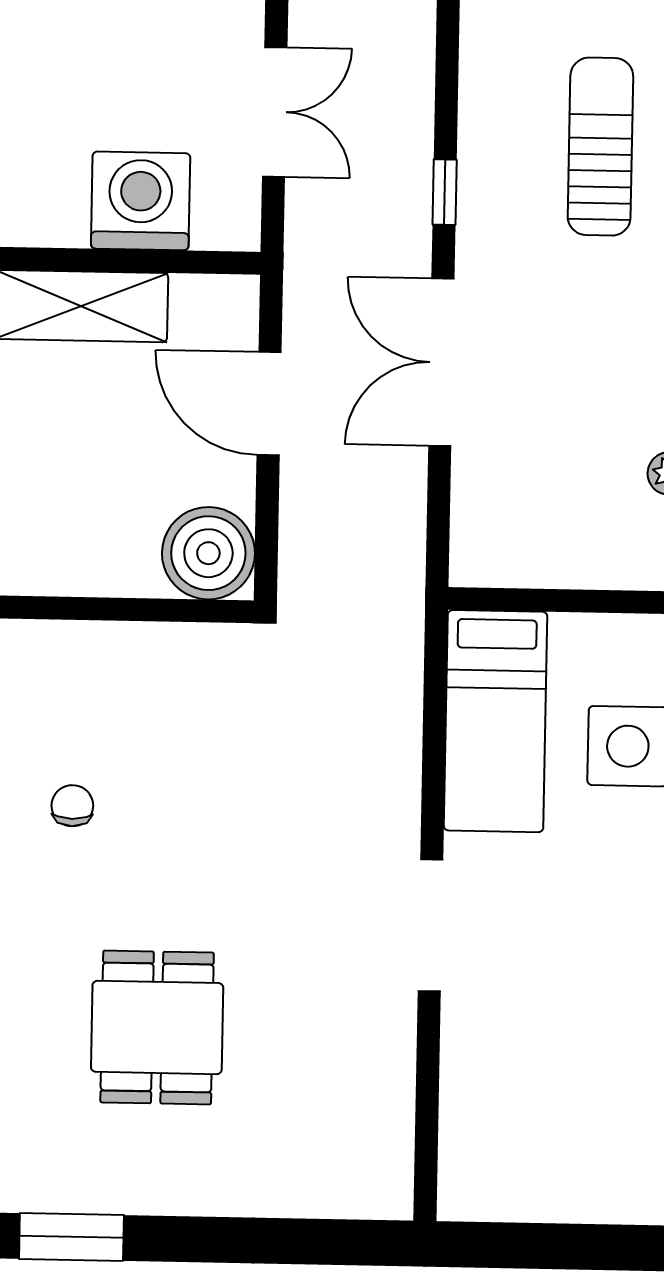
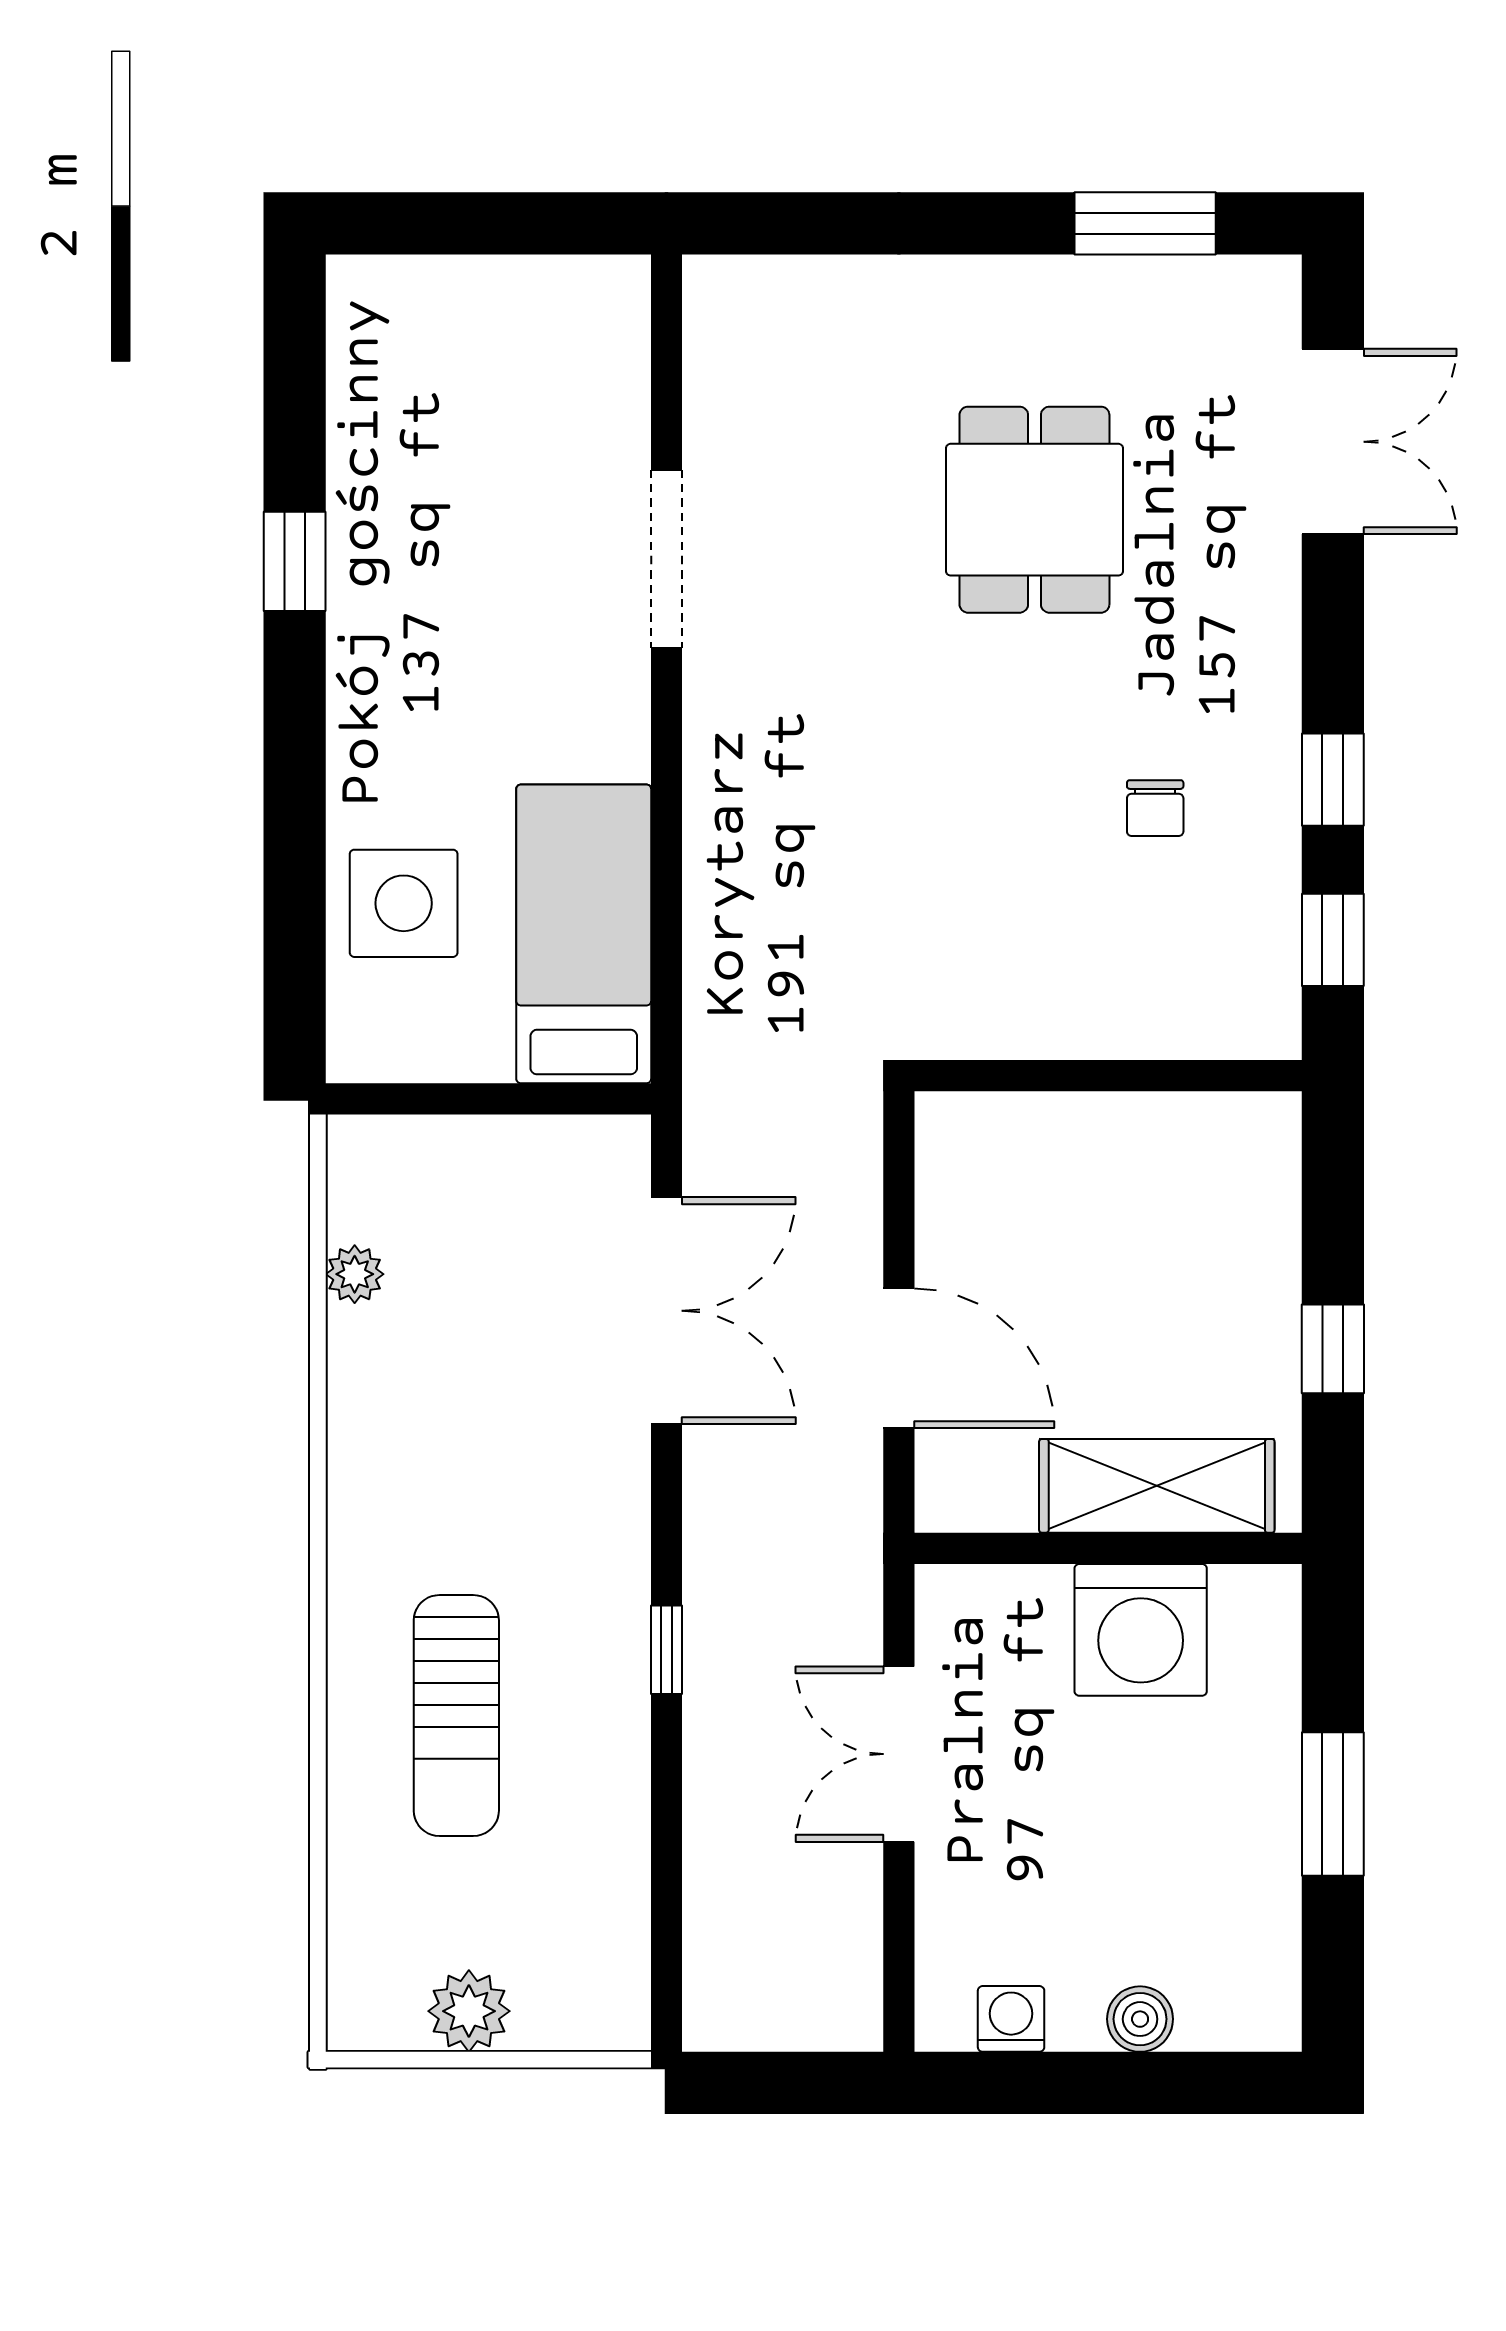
washing machine: (141, 201) -> (1141, 1630), moved
double door: (441, 362) -> (666, 1311), moved
boiler: (208, 553) -> (977, 1154), removed
doorway: (430, 925) -> (666, 559), moved

